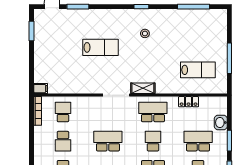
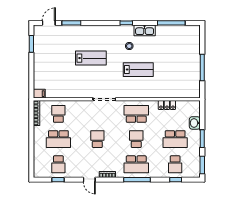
kitchen sink: (163, 15) -> (145, 30), added
lab bench: (198, 70) -> (138, 70), moved
shelving: (143, 88) -> (127, 93), removed
school desk: (63, 141) -> (58, 139), width x1.85
school desk: (108, 141) -> (97, 139), width x0.54
school desk: (198, 141) -> (175, 139), turned 180

